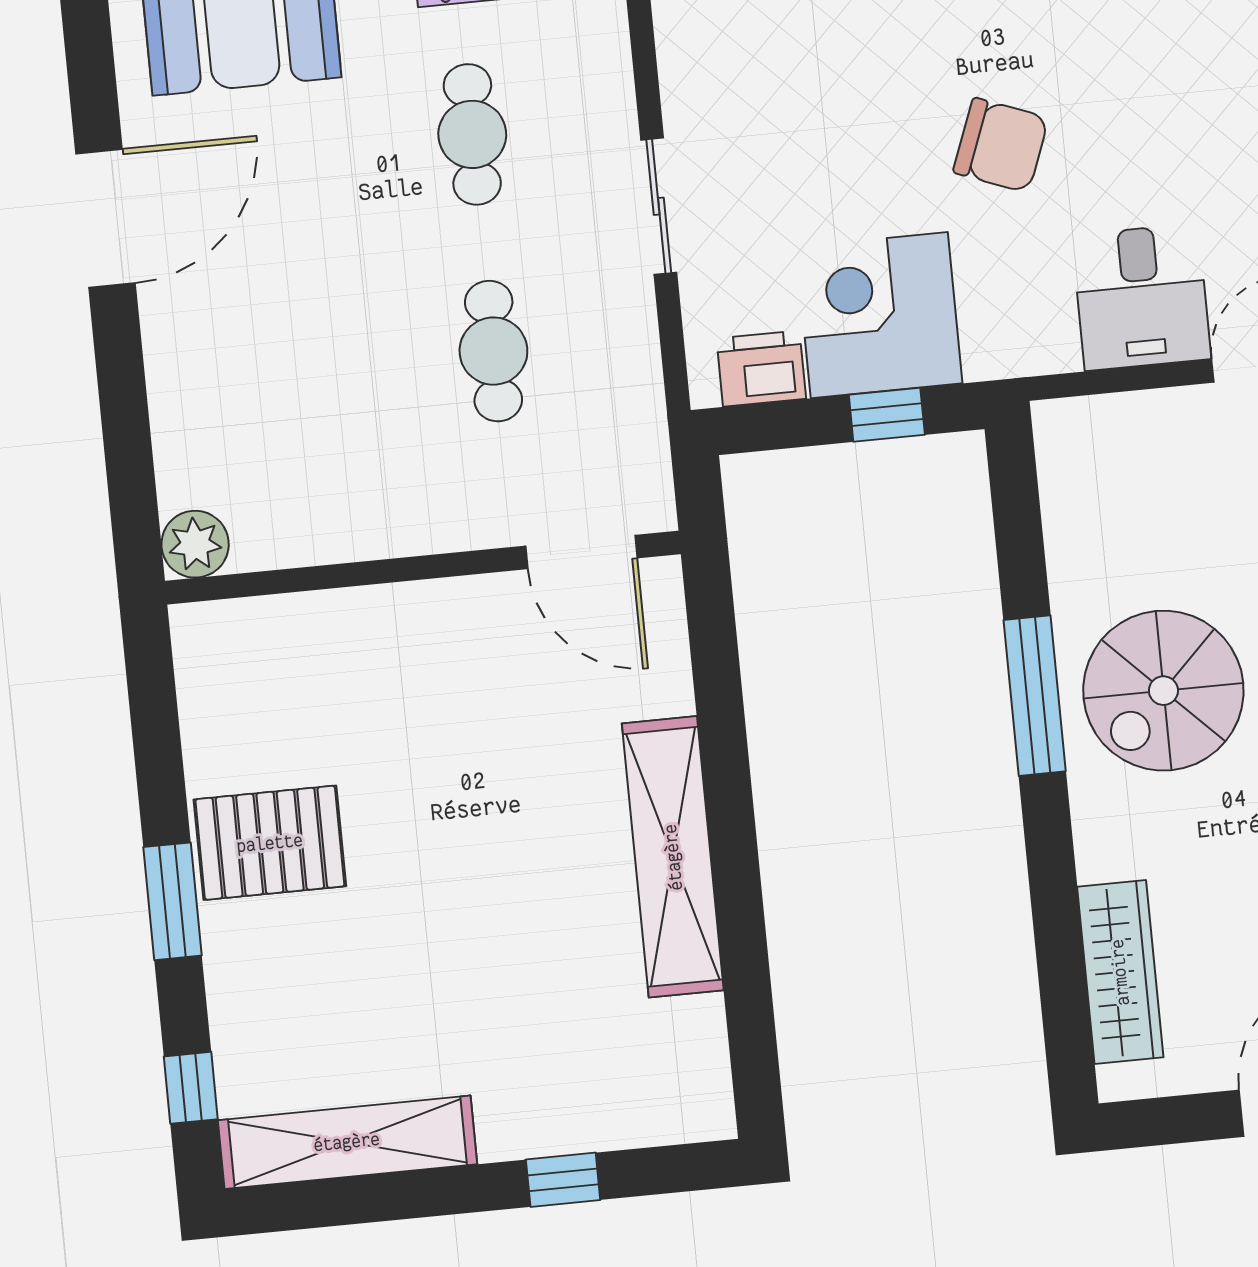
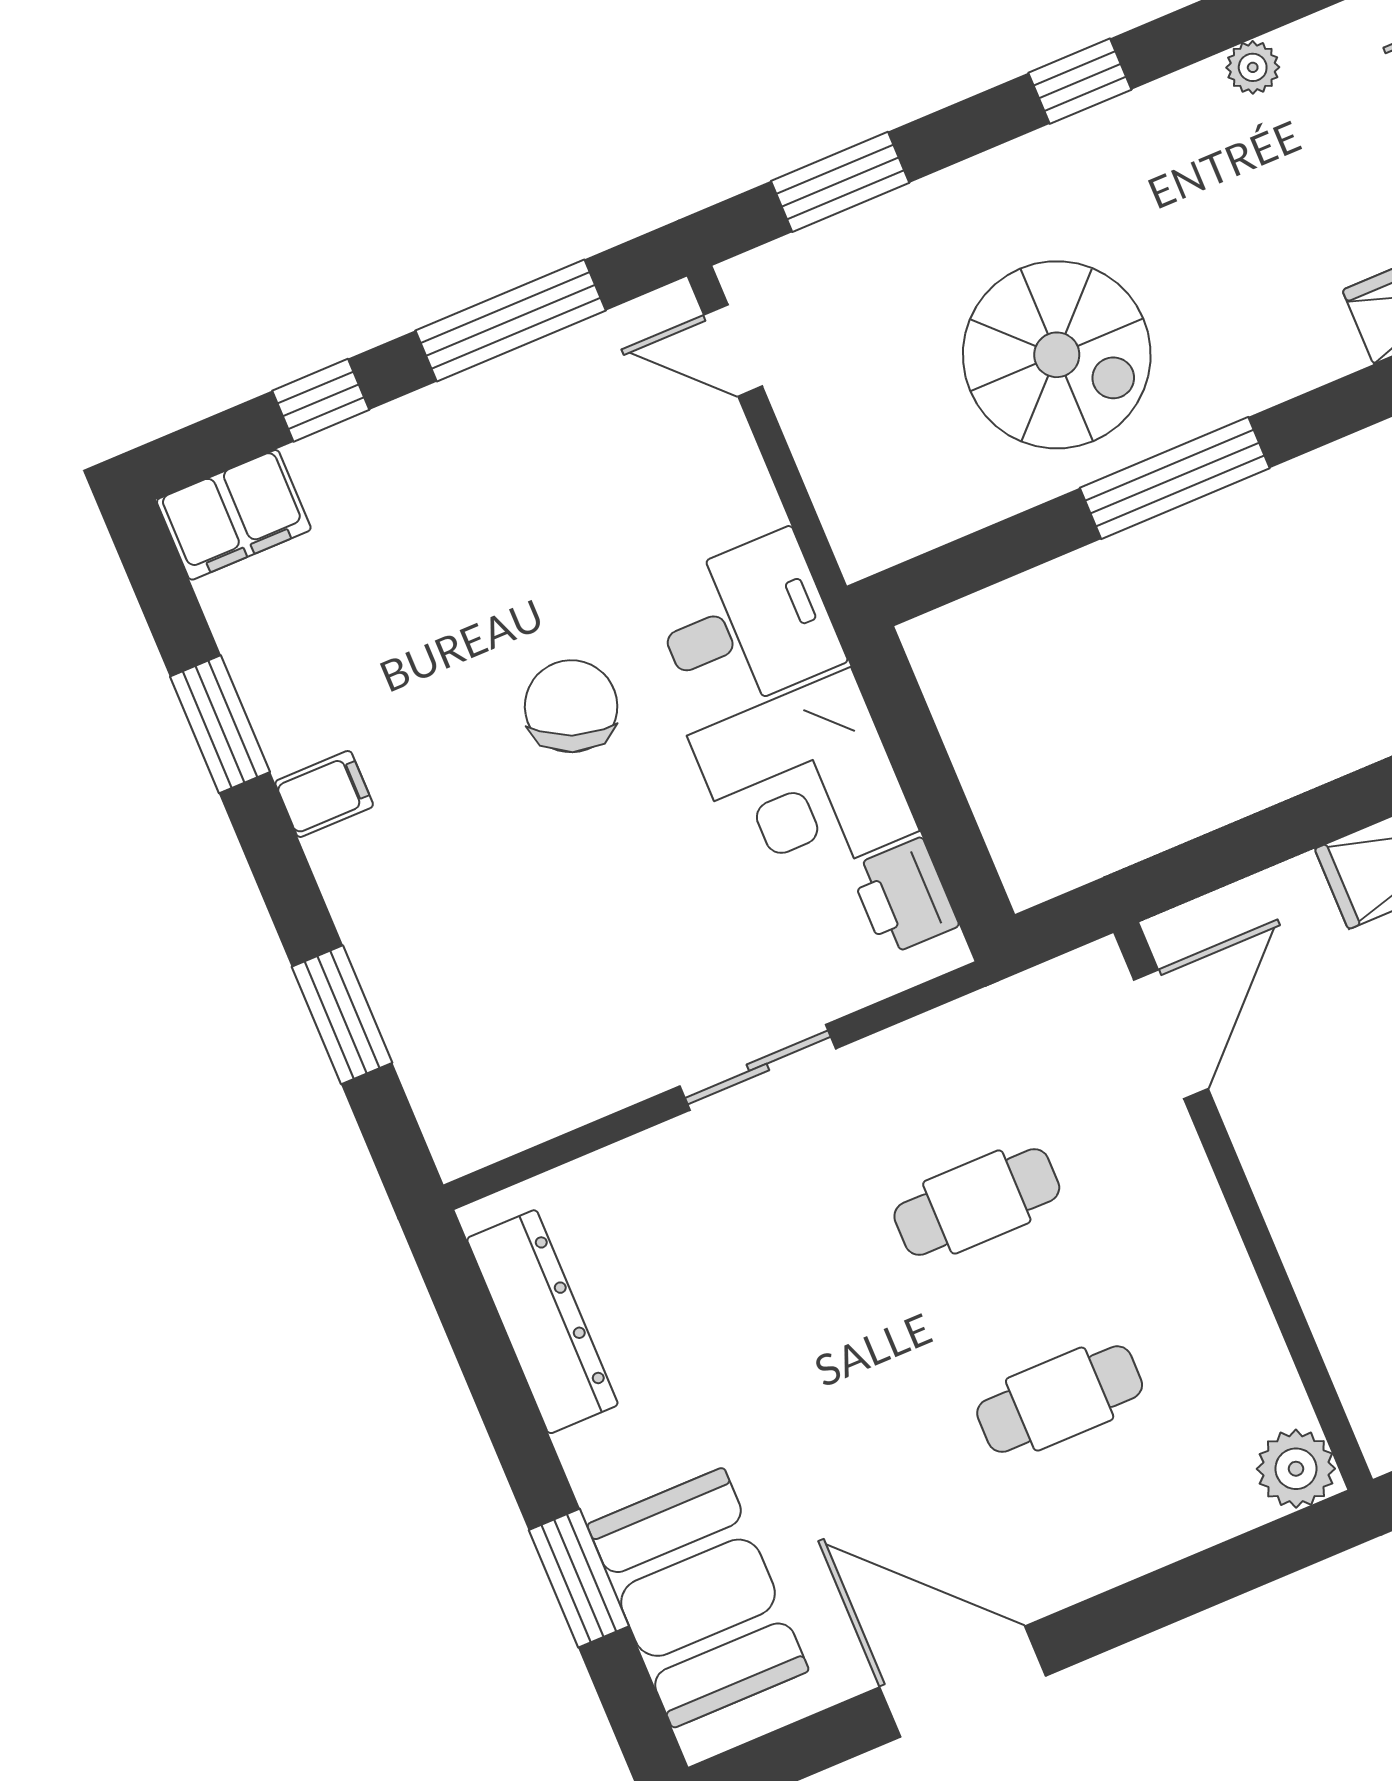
cafe table: (472, 134) -> (1060, 1399), moved
desk: (1141, 297) -> (746, 624), moved
window: (887, 415) -> (912, 740), removed
spiral stairs: (1163, 691) -> (1057, 355), moved

